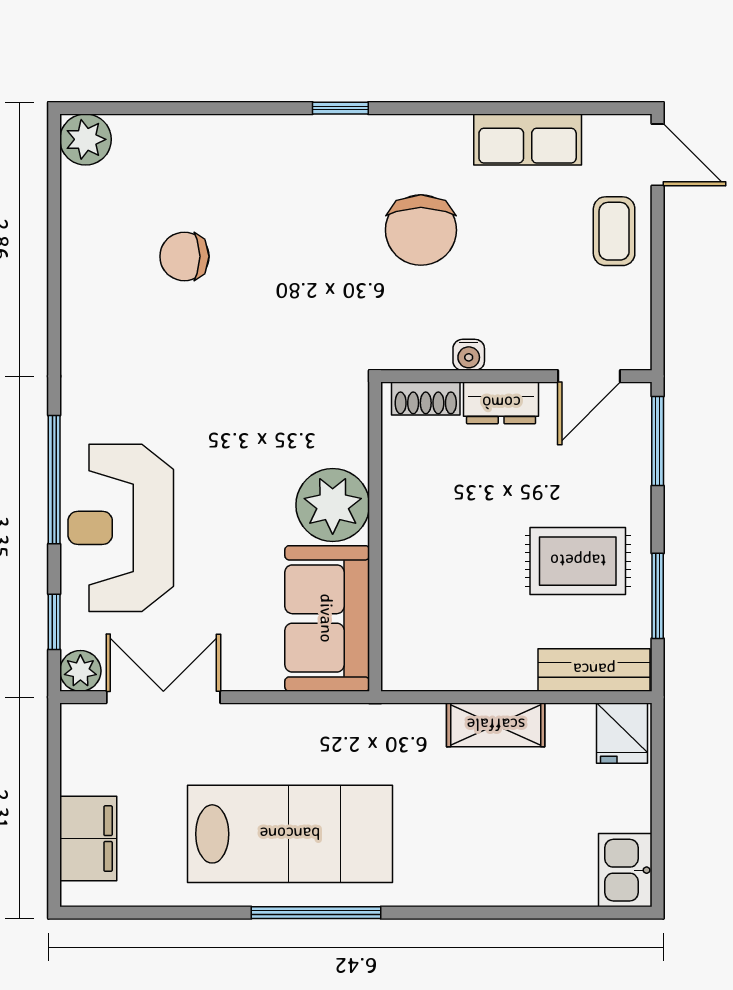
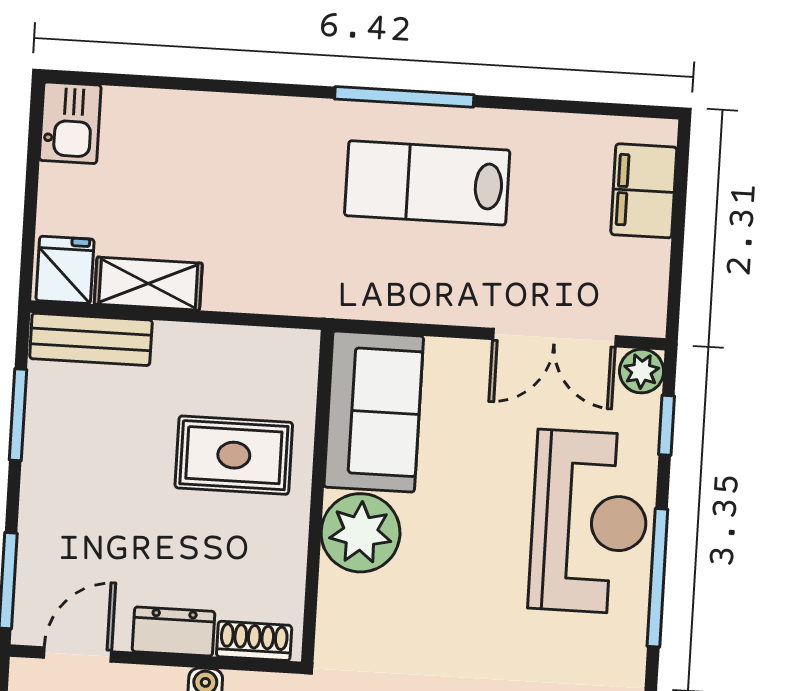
rug: (578, 561) -> (234, 455), moved
shelving: (496, 725) -> (148, 284), moved
lab bench: (290, 834) -> (427, 183), width x0.73, depth x0.72

